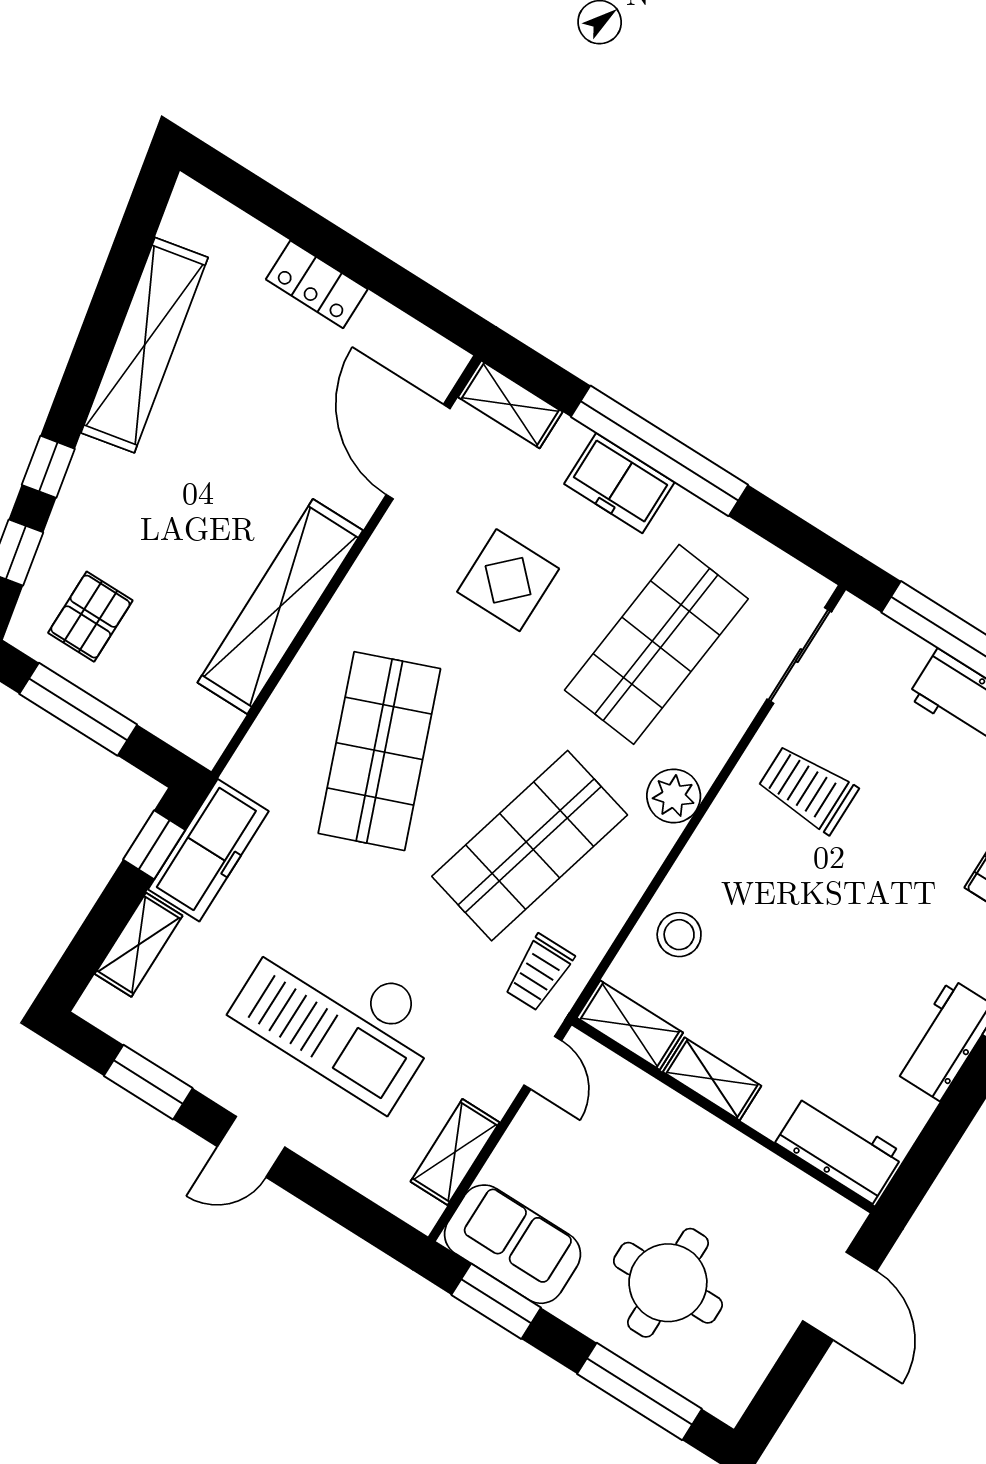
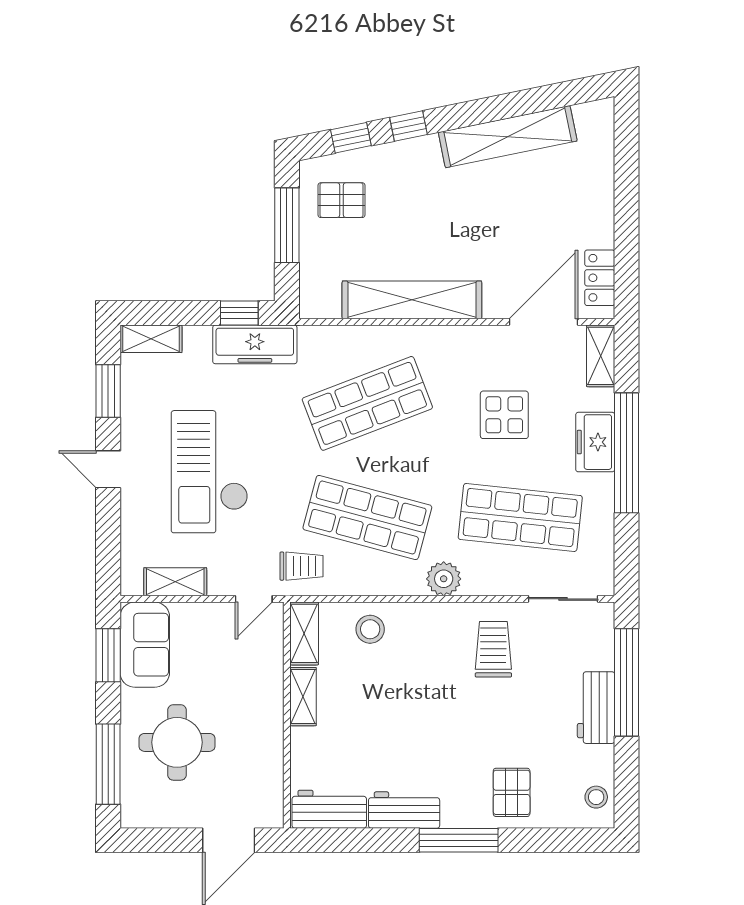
locker: (317, 284) -> (600, 278), moved
shelving: (139, 945) -> (151, 339), moved
trolley: (539, 973) -> (302, 566), turned 180
workbench: (840, 1148) -> (329, 809), moved, turned -90

